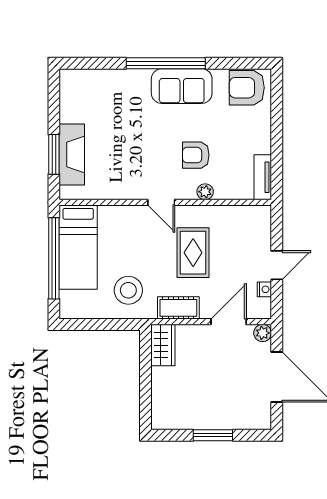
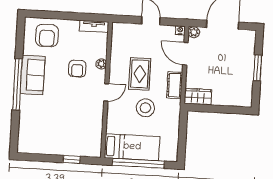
armchair: (247, 88) -> (47, 36), moved
window: (54, 154) -> (72, 159), width x0.67
fireplace: (72, 155) -> (72, 148), removed
rug: (193, 253) -> (140, 74), turned 90
nightstand: (264, 289) -> (180, 30), moved
stool: (128, 290) -> (145, 108), moved

